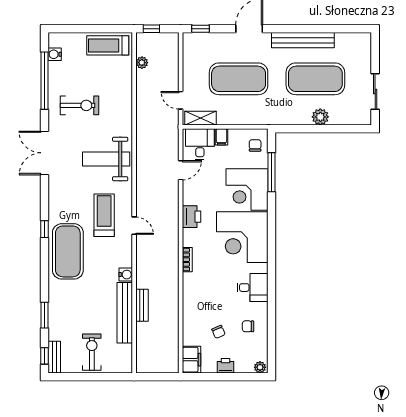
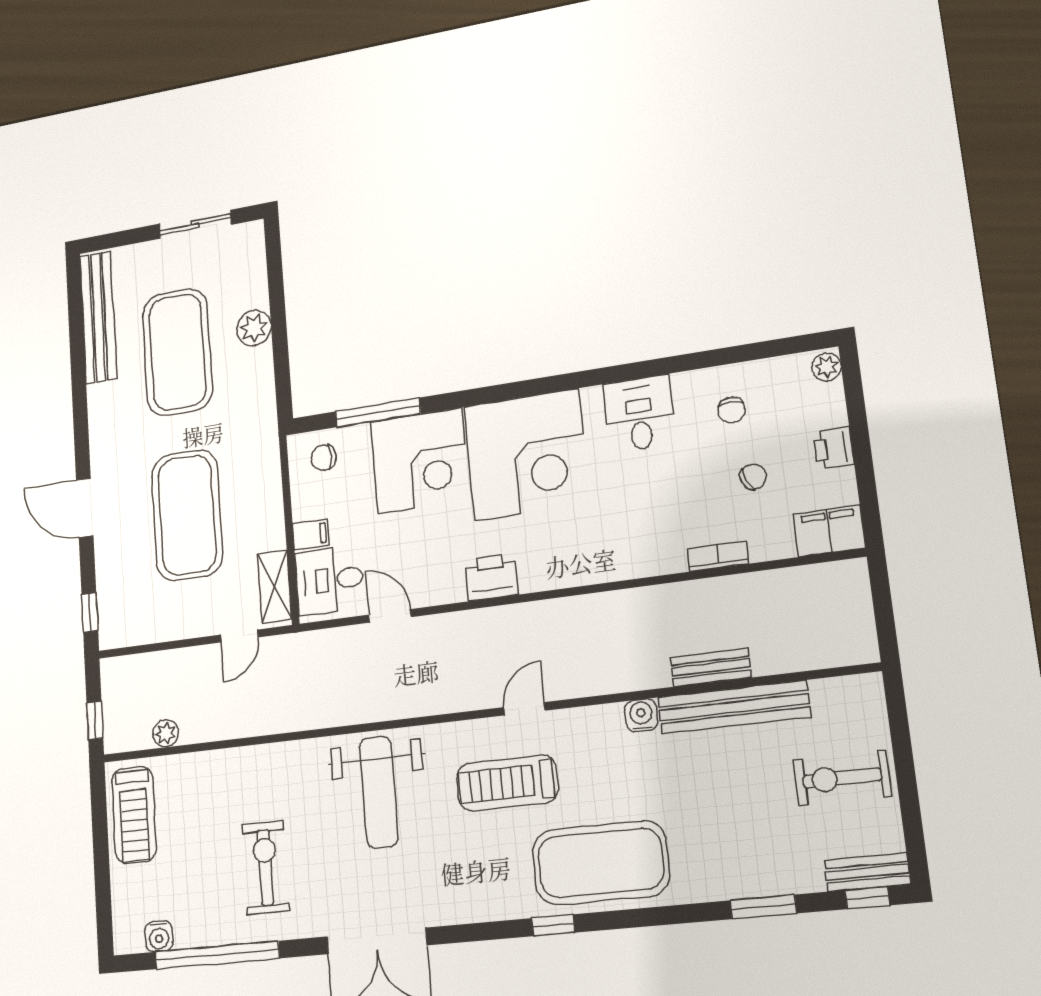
bench: (303, 40) -> (98, 317), moved
bookcase: (187, 260) -> (718, 556), moved

